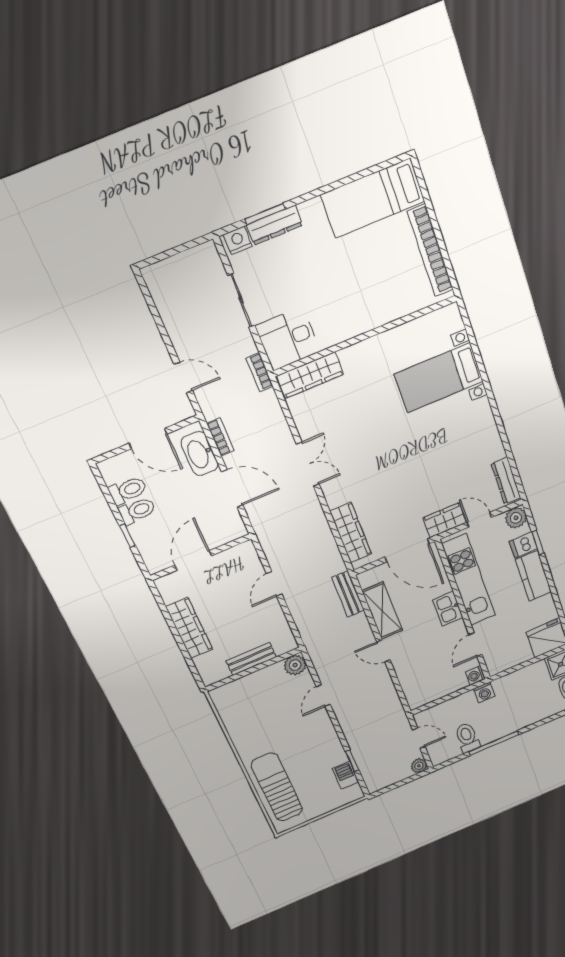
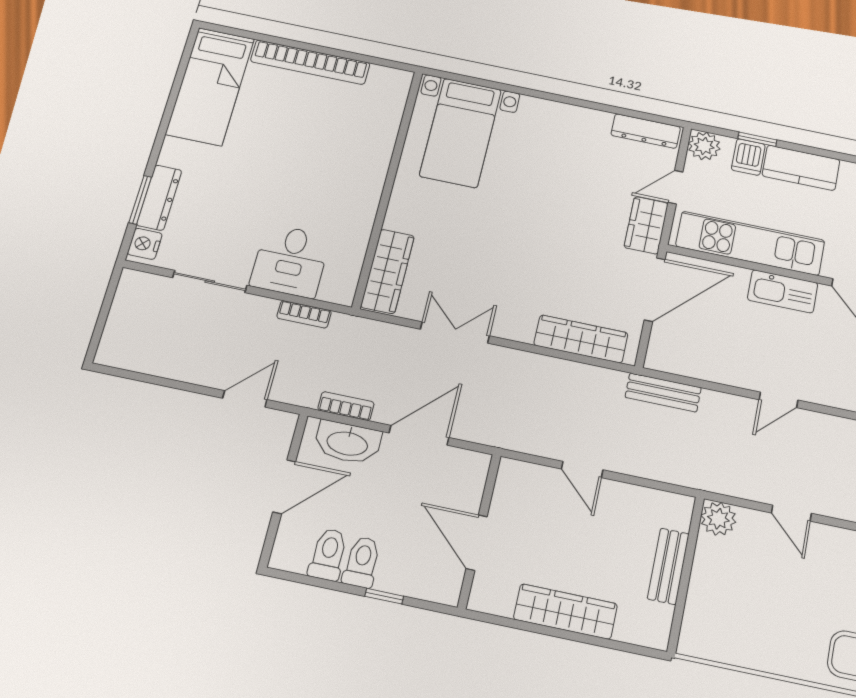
wall: (365, 336) -> (388, 188), moved
wardrobe: (310, 375) -> (387, 271), moved
kitchen sink: (448, 609) -> (783, 291), width x1.38
shelving: (382, 611) -> (718, 367), removed

